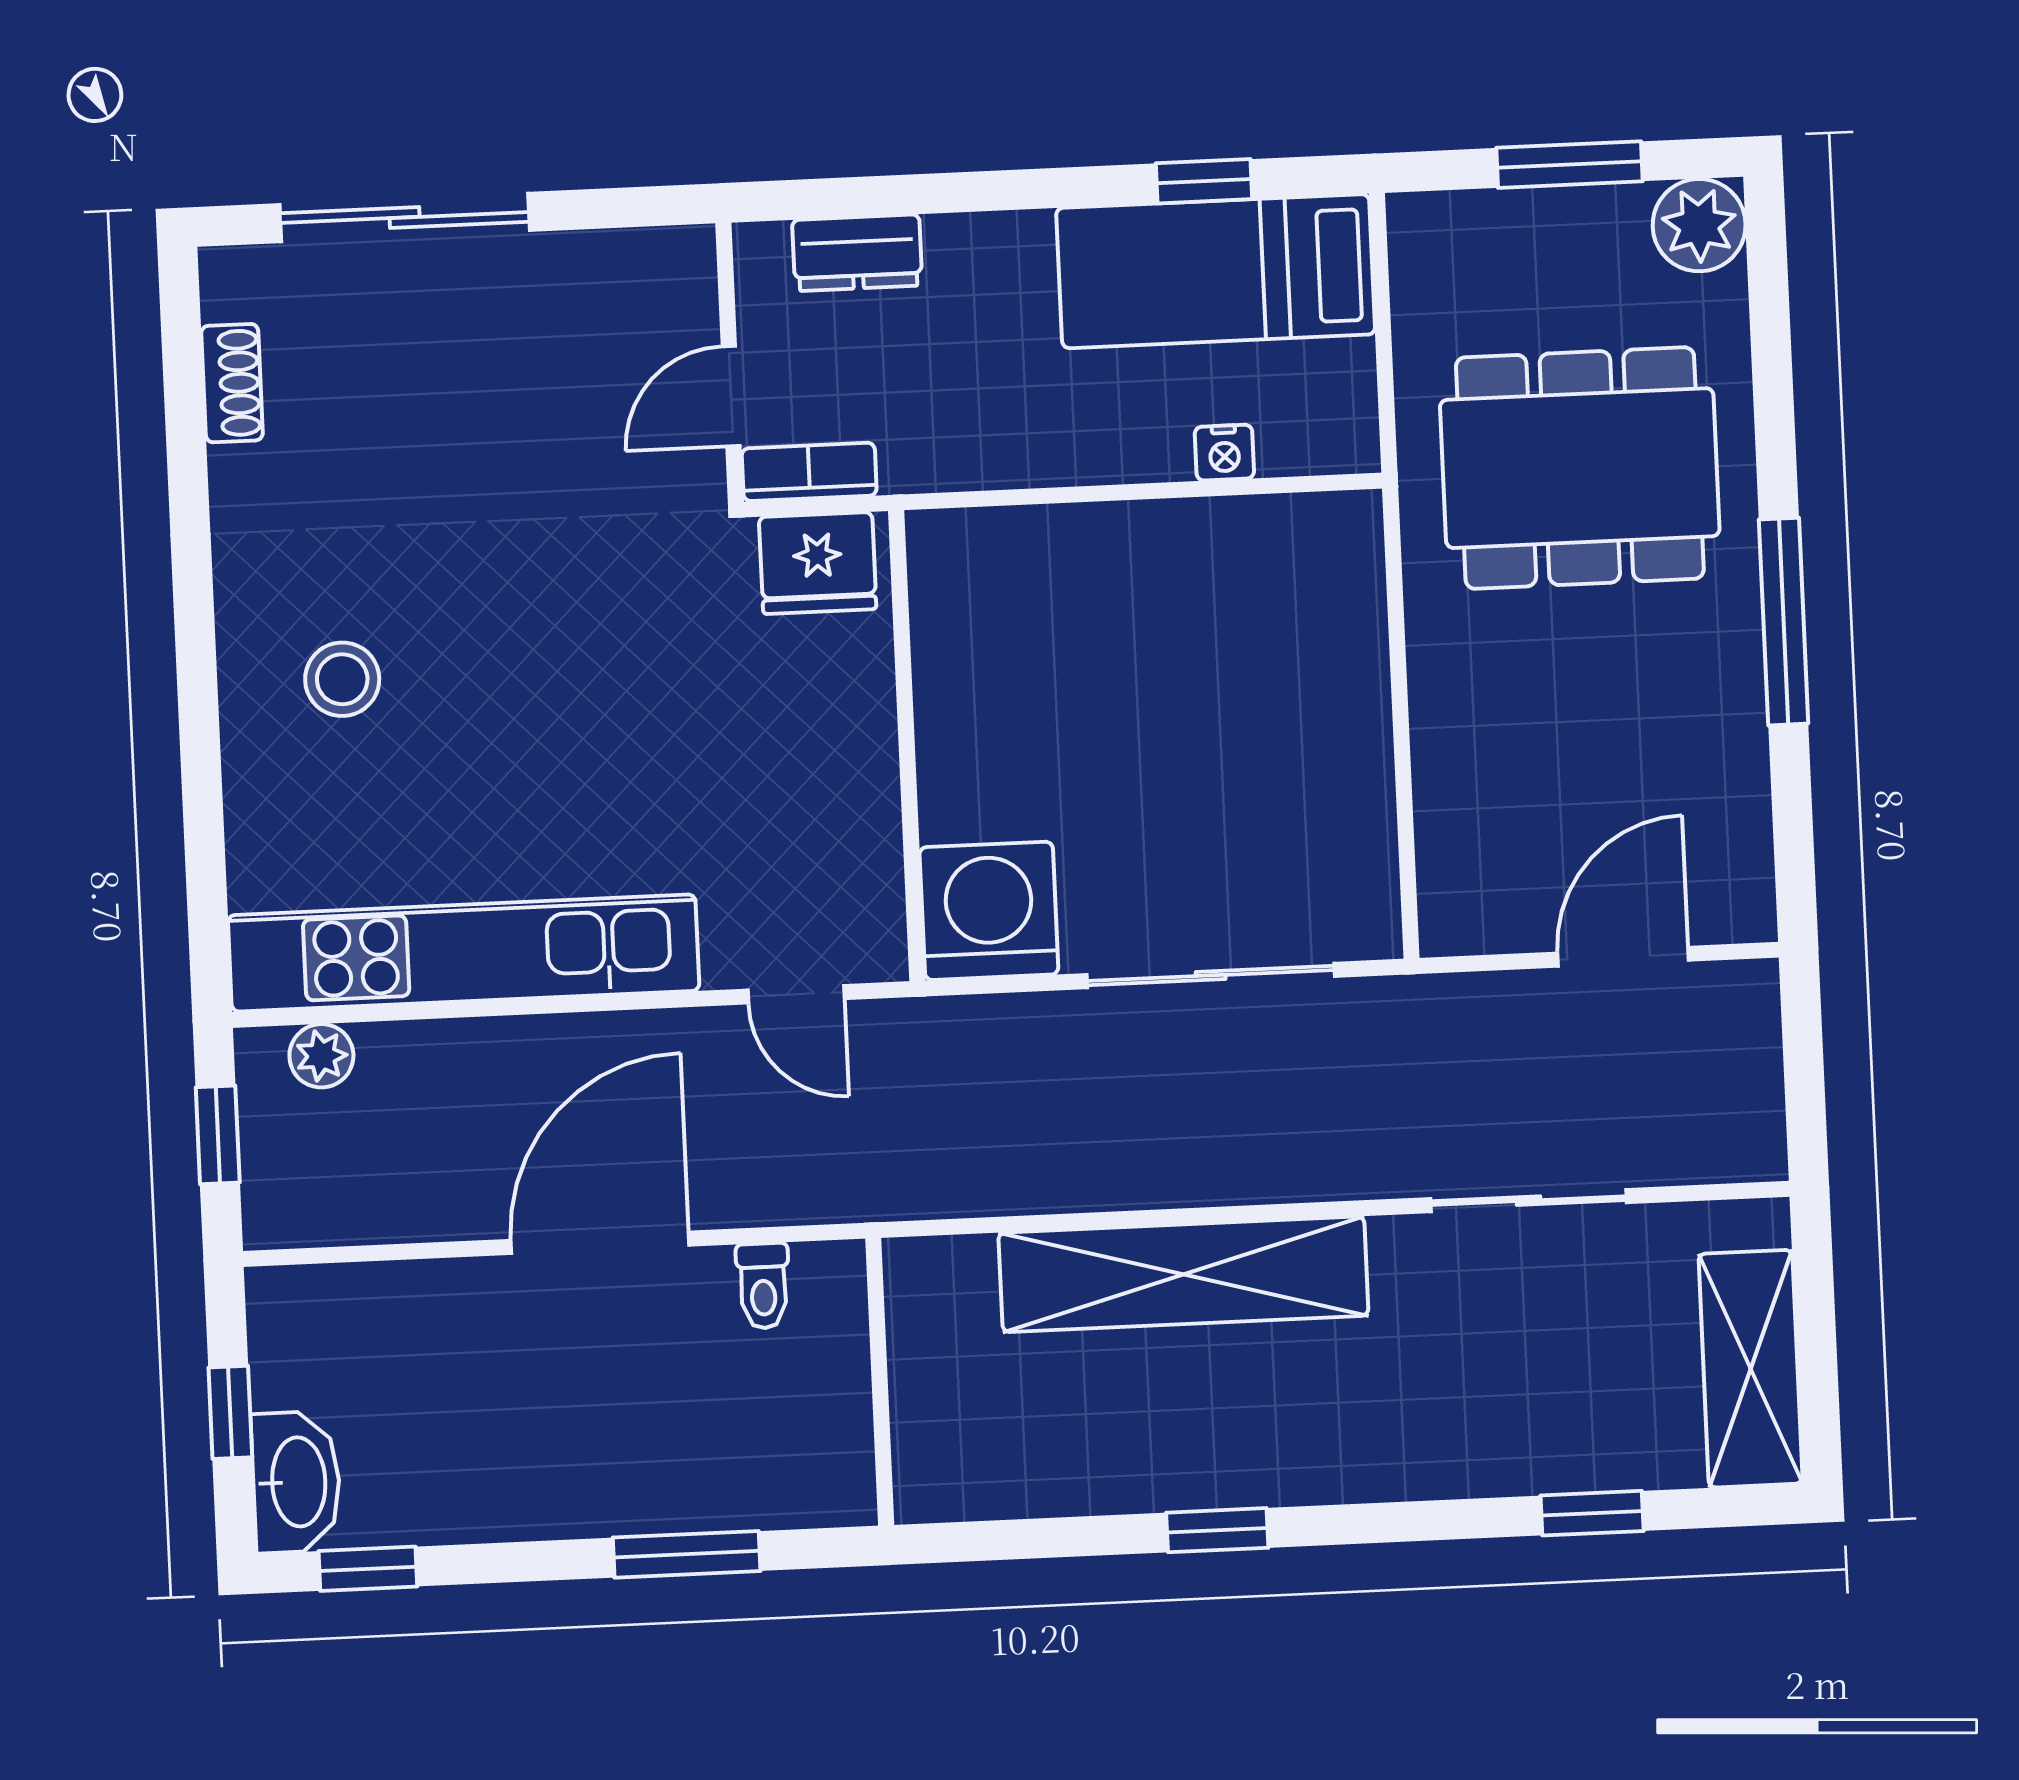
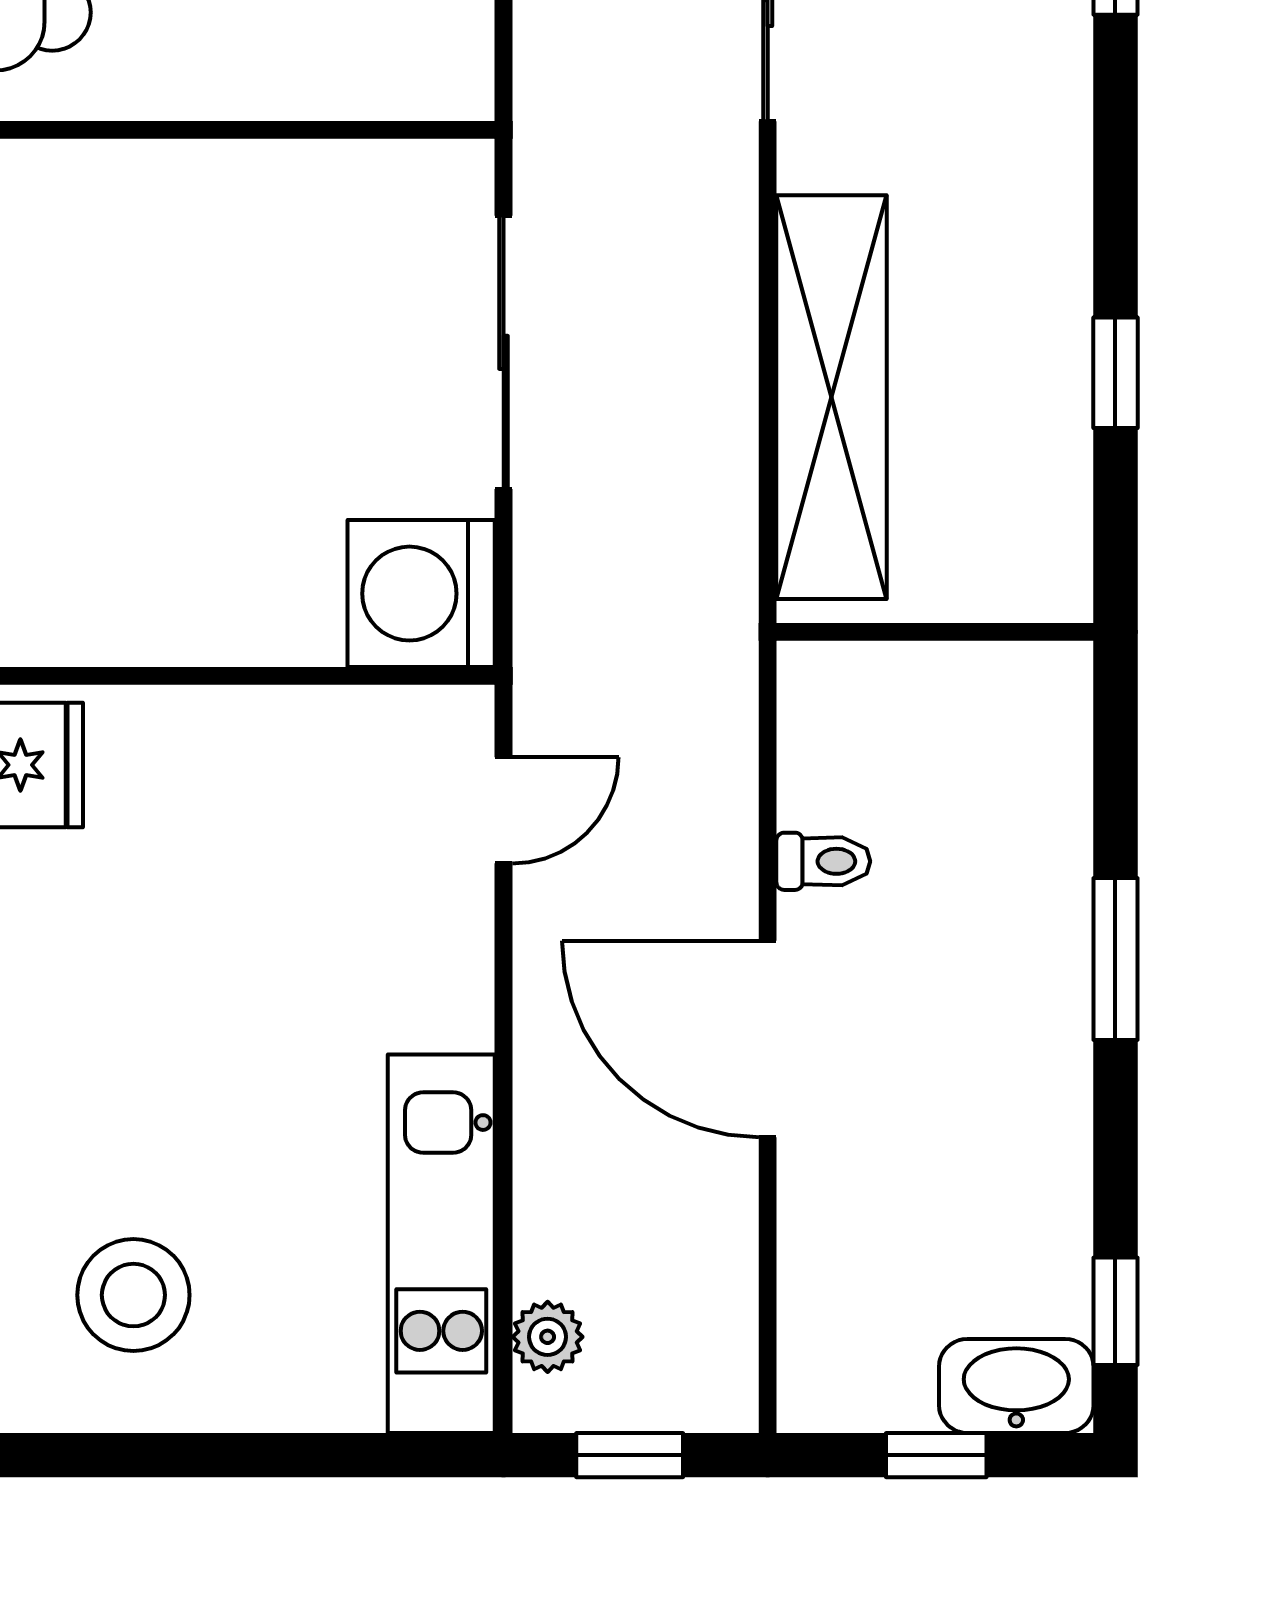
stool: (342, 679) -> (133, 1295), width x1.38, depth x1.38
kitchen unit: (464, 953) -> (441, 1244), width x0.73
wall: (880, 1382) -> (935, 632), moved

